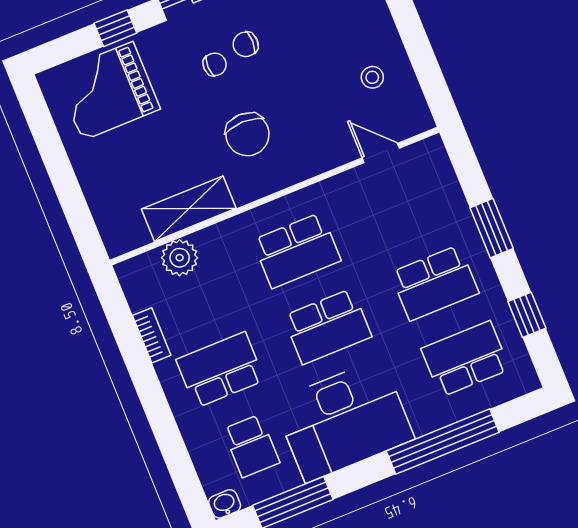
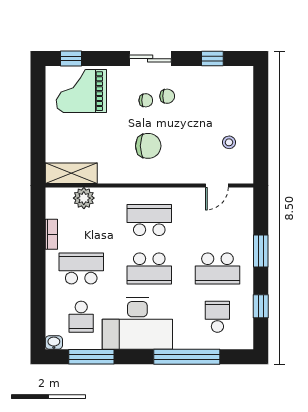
window: (115, 28) -> (71, 59), moved
chair: (246, 44) -> (167, 96), turned 180
chair: (247, 134) -> (148, 146), turned -90
door: (381, 153) -> (217, 186), swing flipped
shelving: (189, 209) -> (71, 173), moved
school desk: (297, 250) -> (149, 220), turned 180
school desk: (465, 359) -> (217, 317), width x0.54

